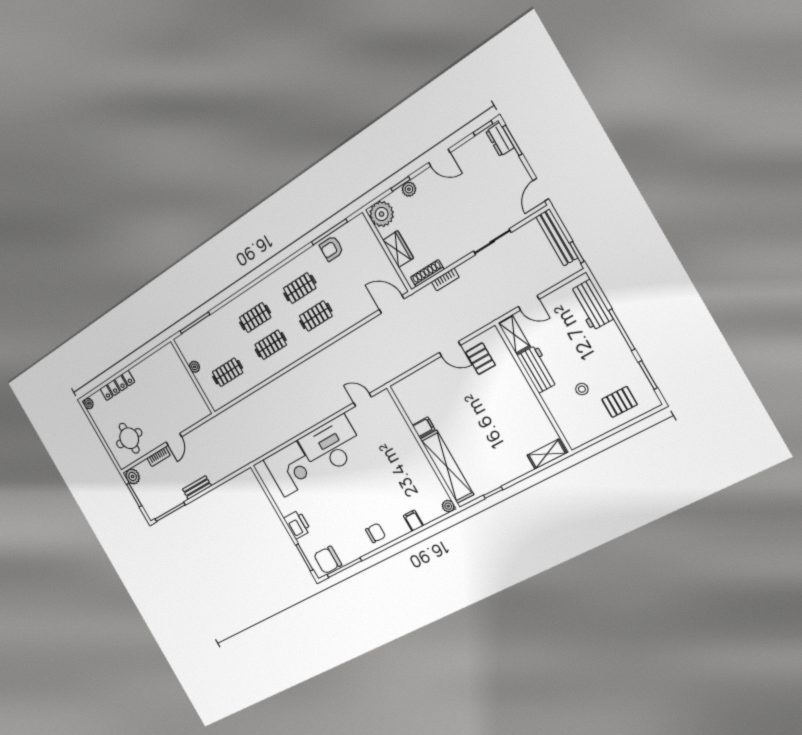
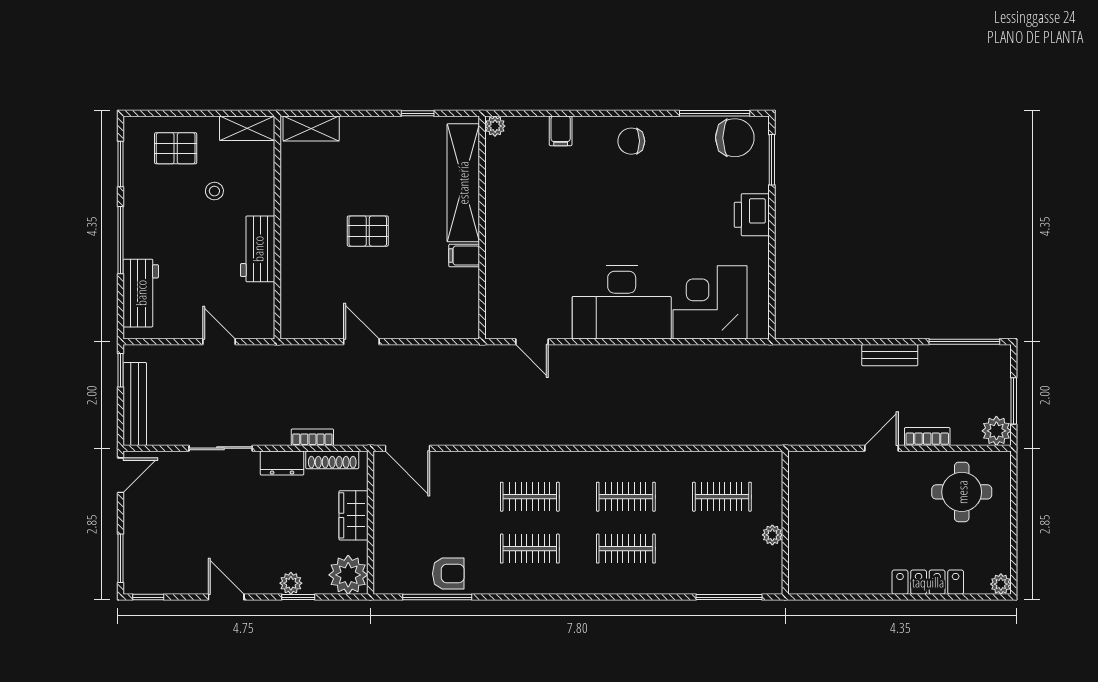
dresser: (500, 139) -> (282, 463), moved, turned 90
shelving: (514, 335) -> (247, 128), moved, turned 90
pallet: (480, 359) -> (368, 231), moved, turned 90

